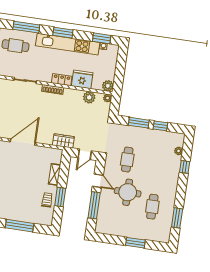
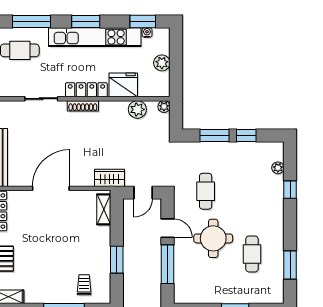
locker: (62, 80) -> (86, 90), width x1.53
plant: (108, 86) -> (162, 63), moved
shelving: (55, 174) -> (104, 209), moved
trolley: (47, 200) -> (84, 285), moved

